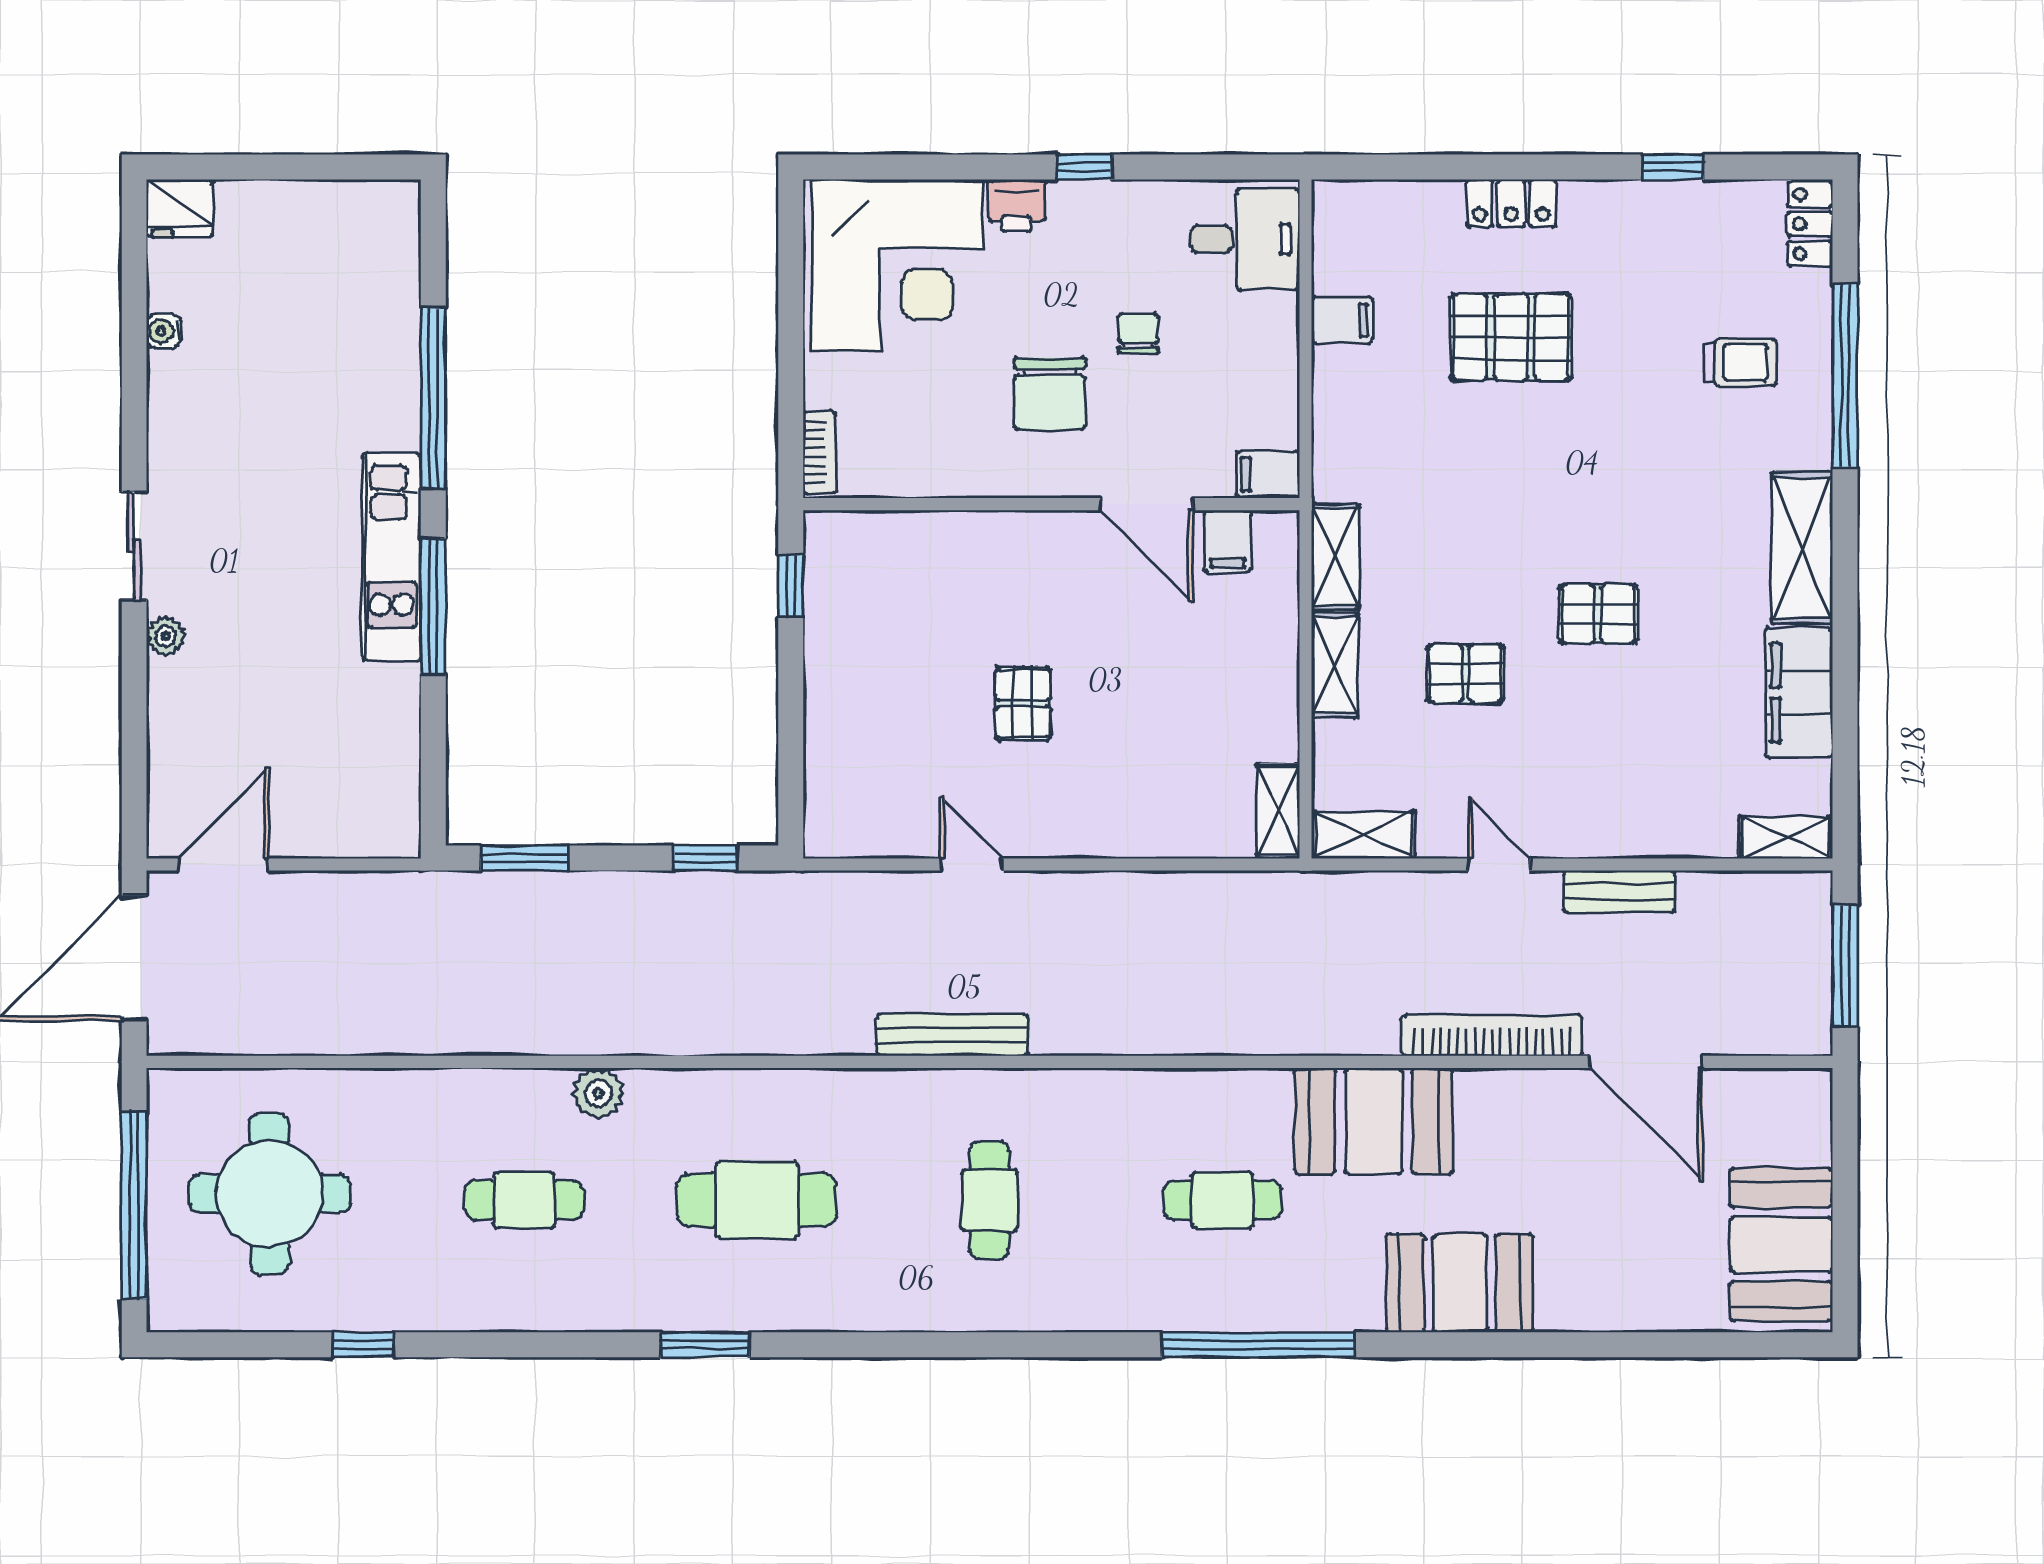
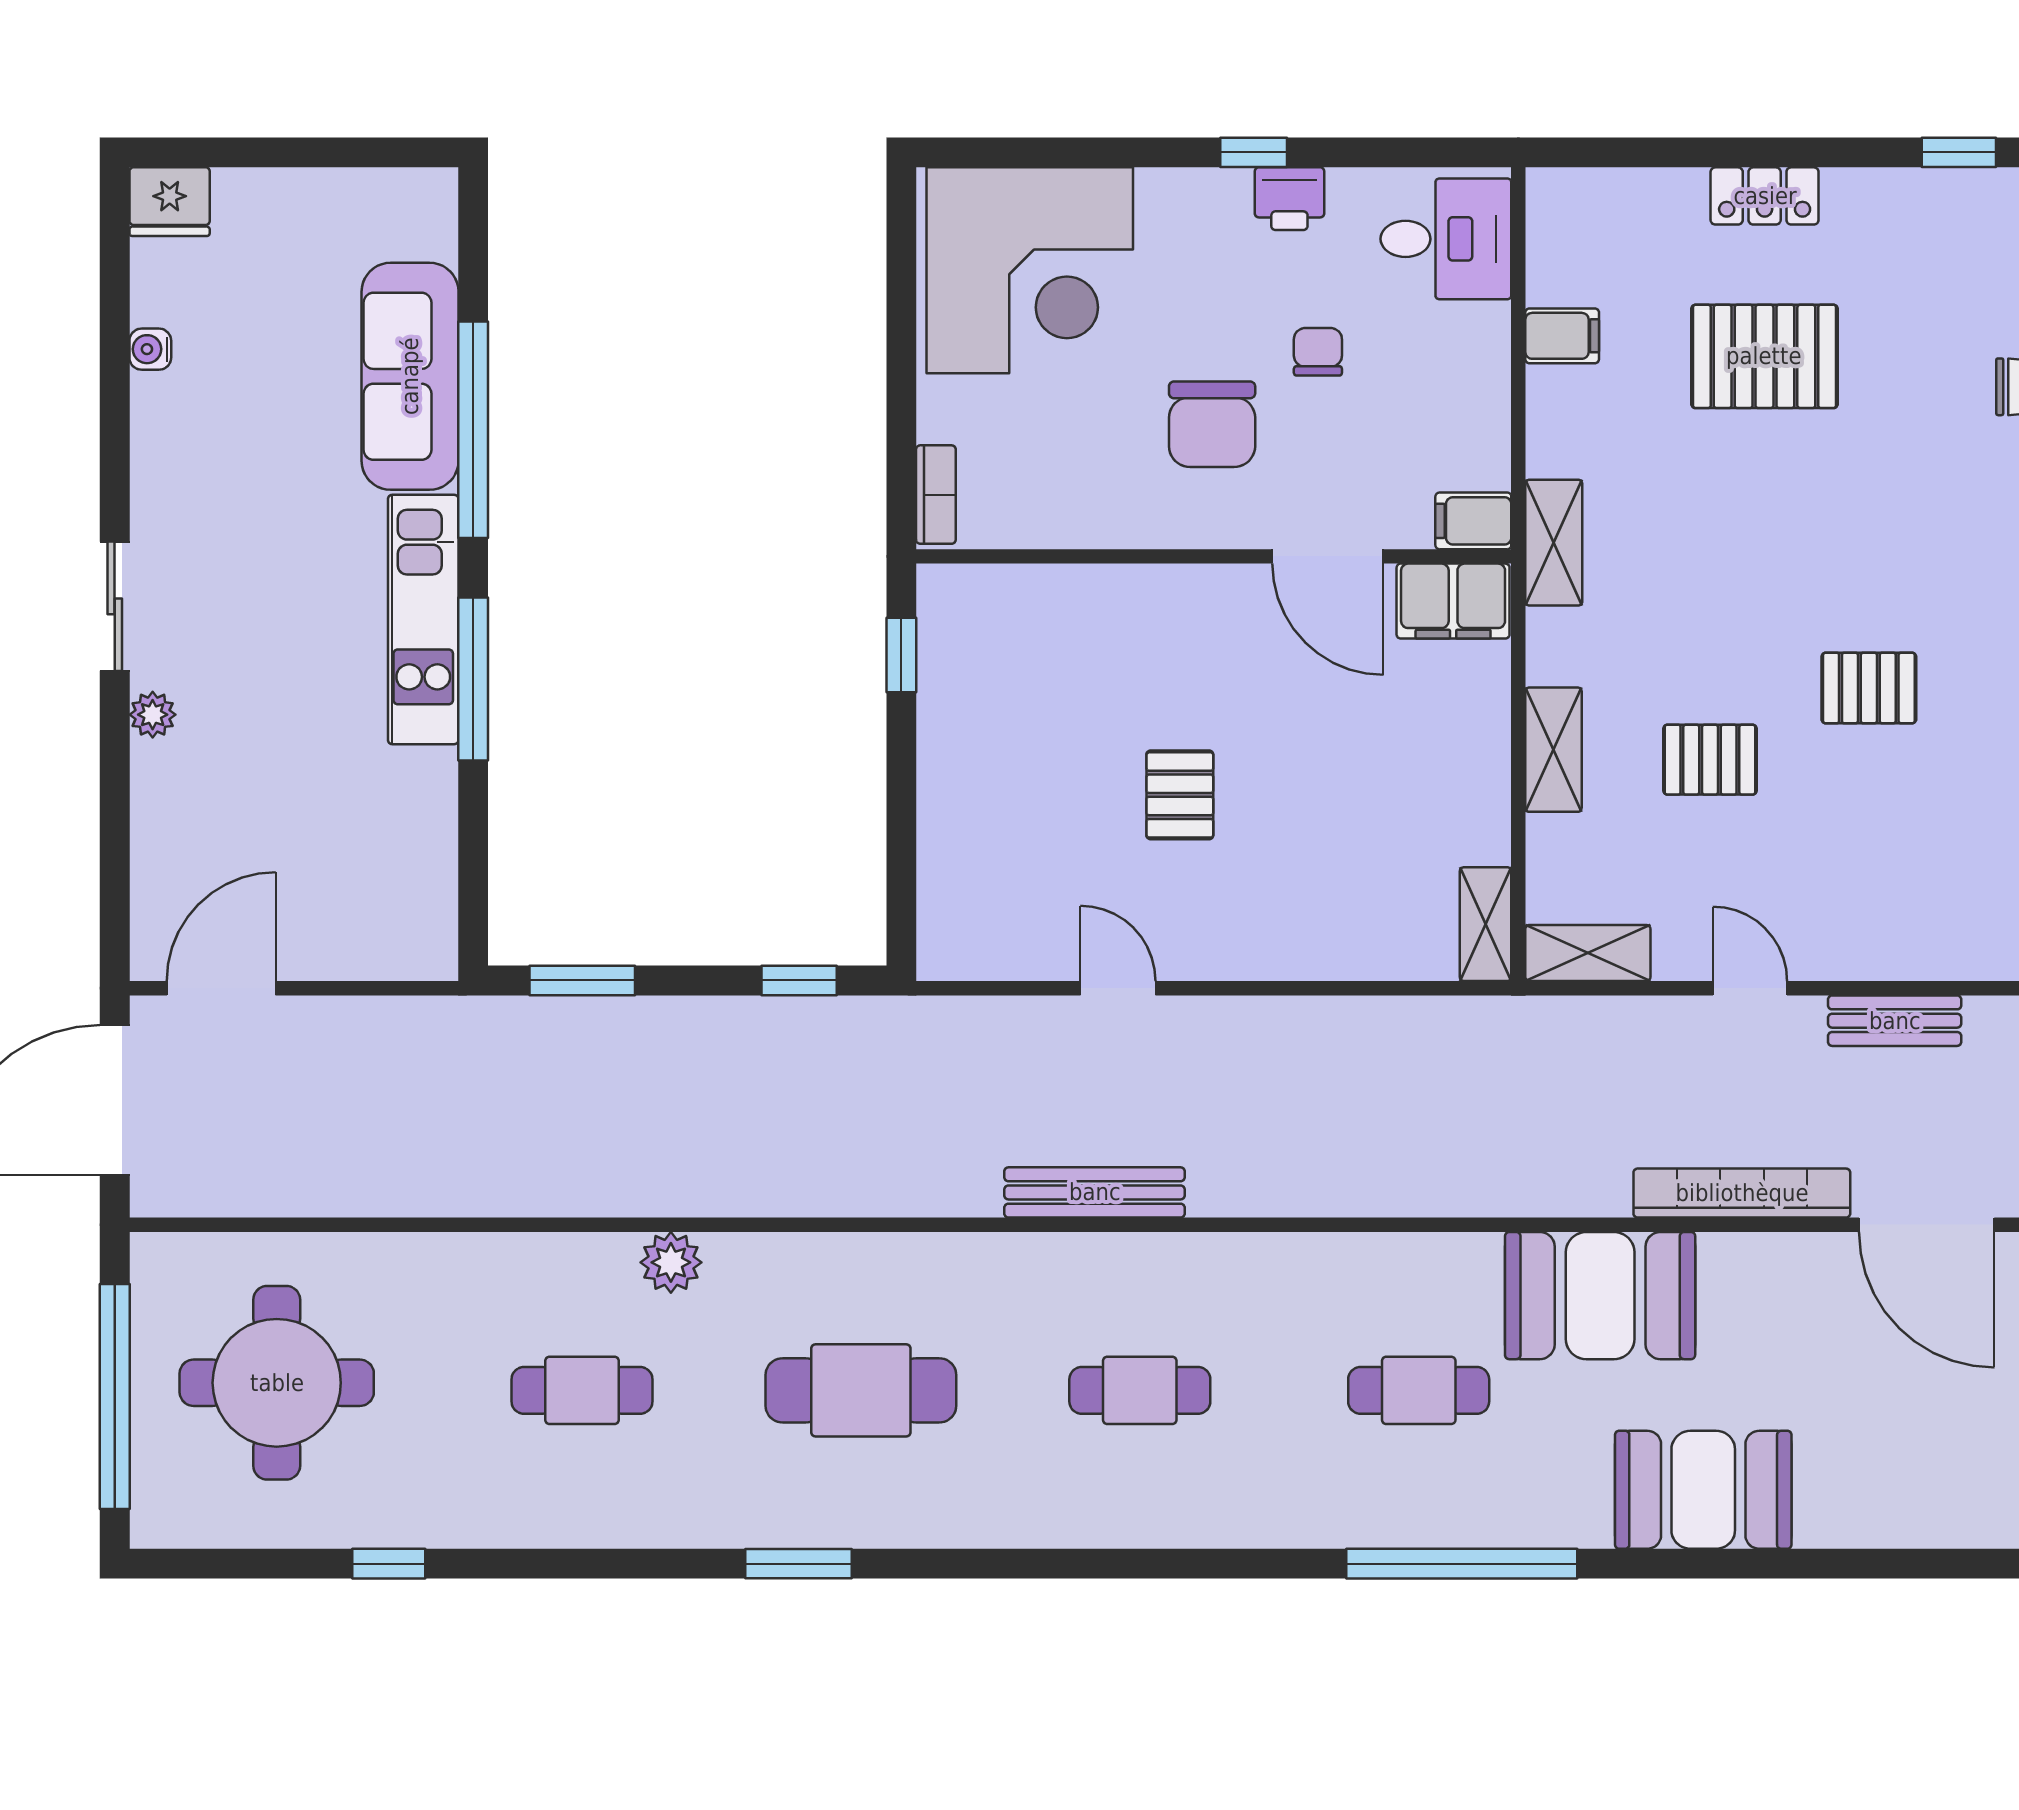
printer: (1017, 206) -> (1289, 199), moved
sofa: (381, 354) -> (410, 376), added
filing cabinet: (1228, 541) -> (1453, 601), width x2.00
shelving: (1335, 557) -> (1554, 543), moved
cafe table: (990, 1200) -> (1140, 1390), turned 90

